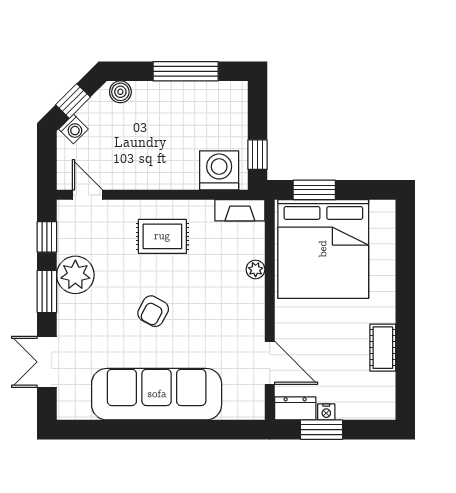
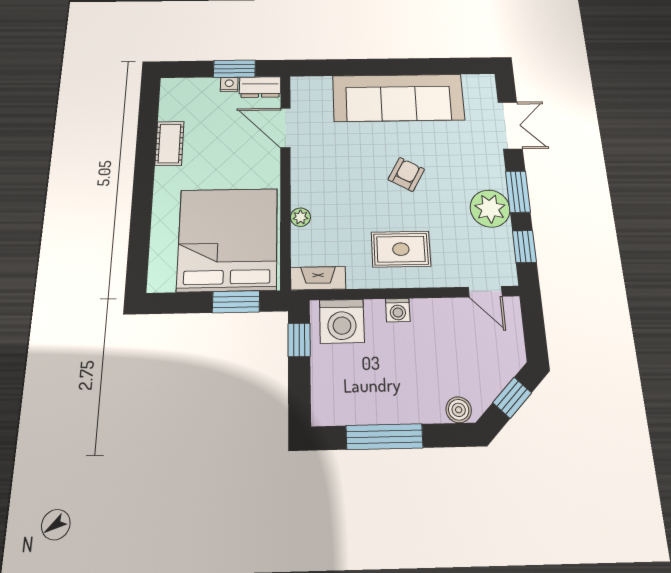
washing machine: (73, 129) -> (398, 310), moved, turned -135

